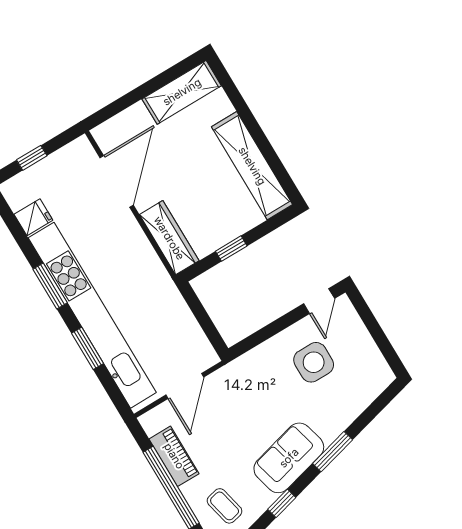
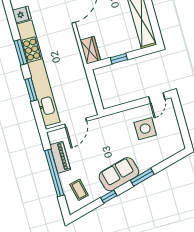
wardrobe: (169, 238) -> (90, 50), width x0.67

